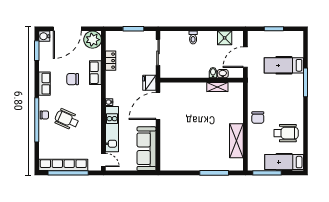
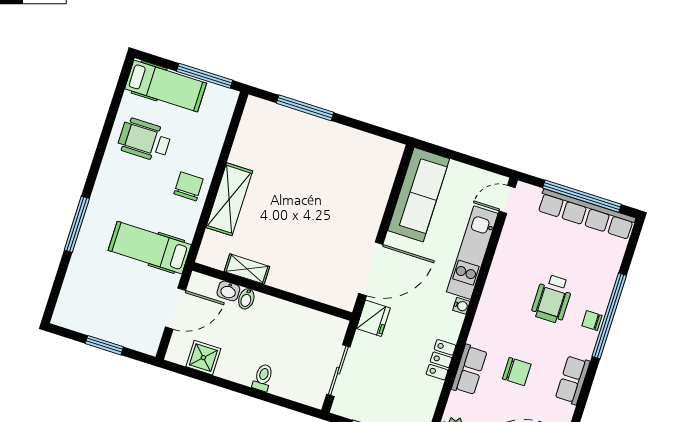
locker: (111, 61) -> (441, 360), moved
hospital bed: (284, 65) -> (150, 248), moved, turned 180
wheelchair: (67, 119) -> (552, 299), turned 66
shelving: (236, 141) -> (229, 199), moved
door: (103, 160) -> (507, 199), hinge flipped

